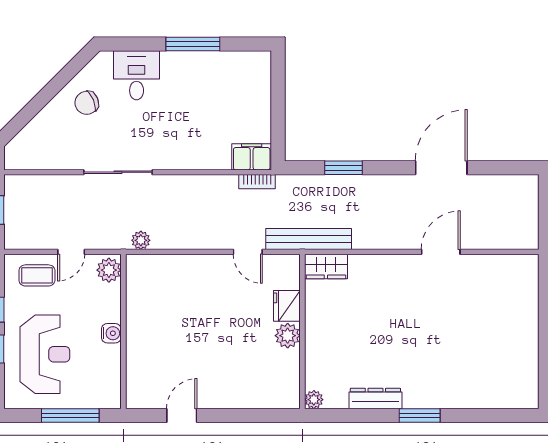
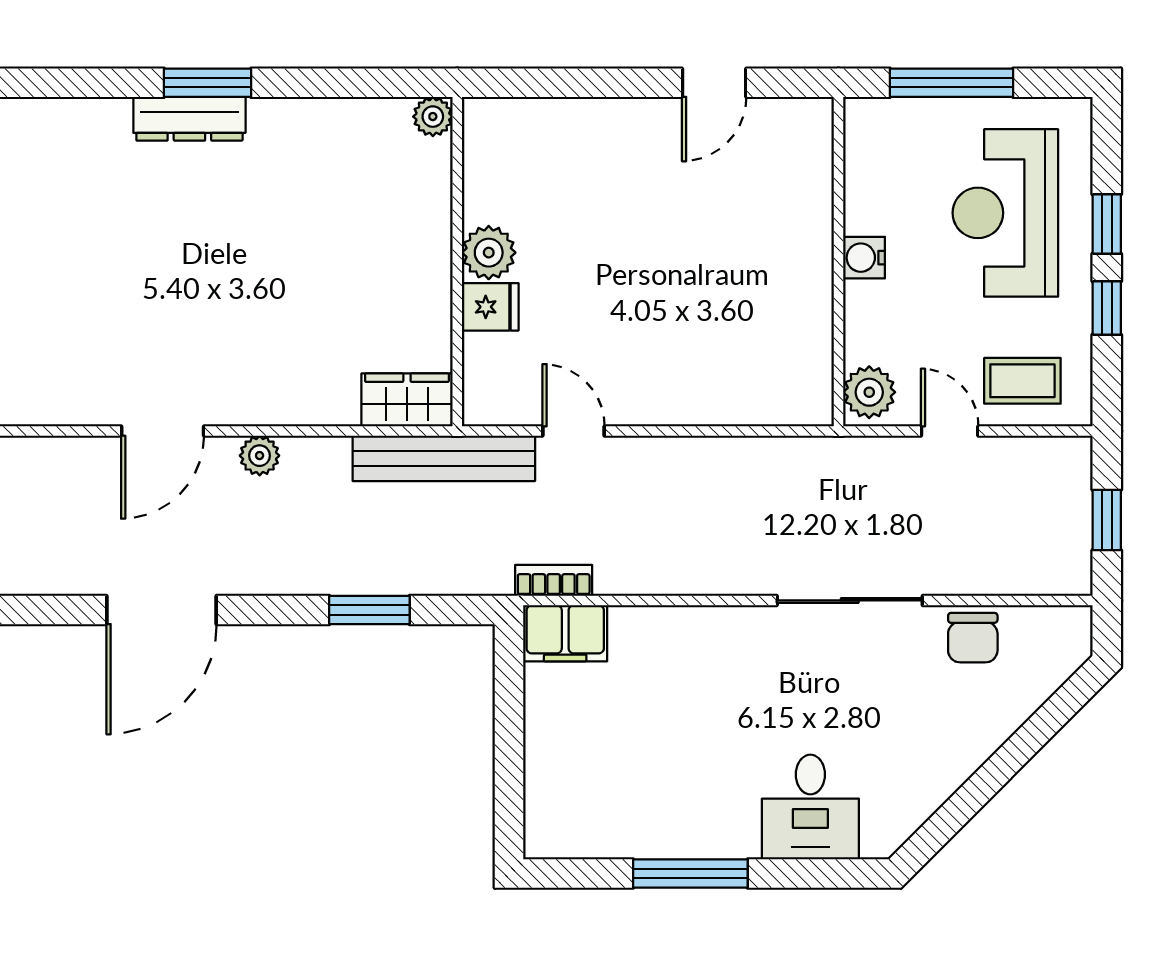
chair: (87, 103) -> (973, 638), moved, turned 113
plant: (141, 240) -> (260, 456), moved
door: (71, 252) -> (950, 431), hinge flipped
fridge: (287, 306) -> (490, 307), width x0.72
dresser: (375, 398) -> (189, 119), moved

